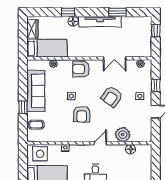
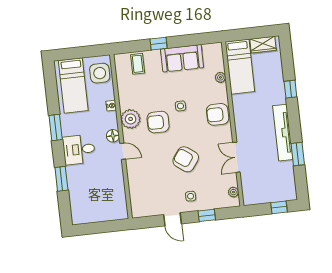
floor lamp: (73, 21) -> (279, 97), removed
armchair: (81, 69) -> (218, 114), turned -90
sofa: (36, 91) -> (182, 58), width x0.73
plant: (123, 135) -> (131, 119), moved
floor lamp: (131, 149) -> (113, 136), moved

